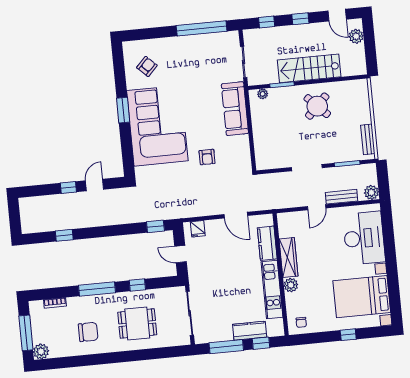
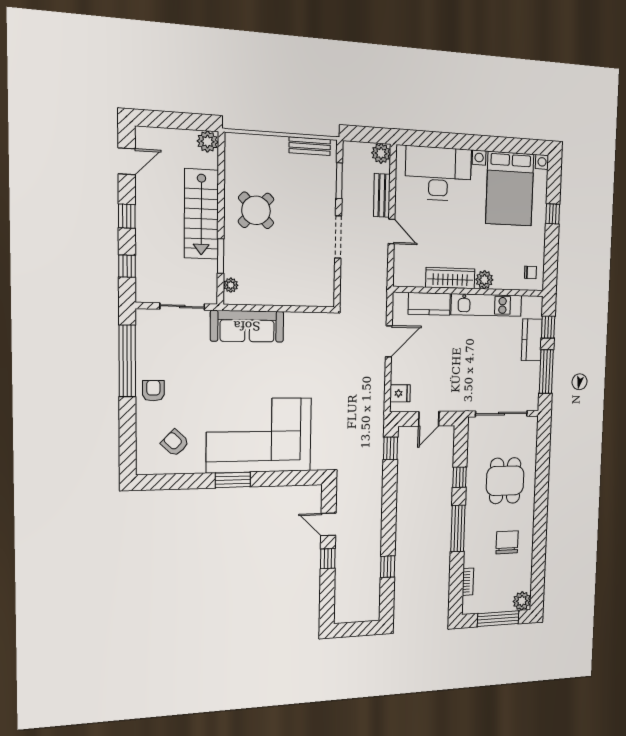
plant: (356, 36) -> (208, 142), moved
armchair: (207, 157) -> (153, 391), moved, turned -90

